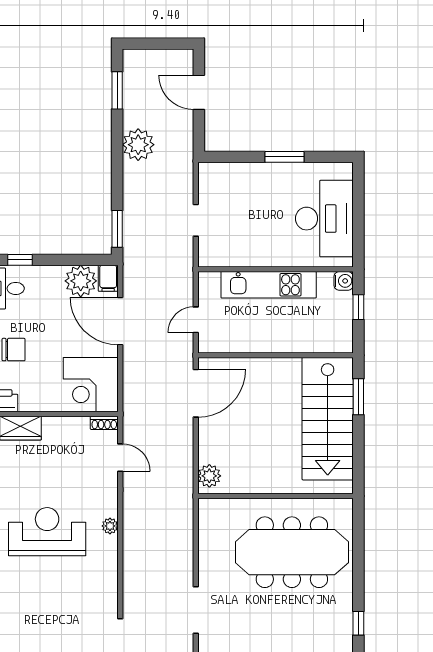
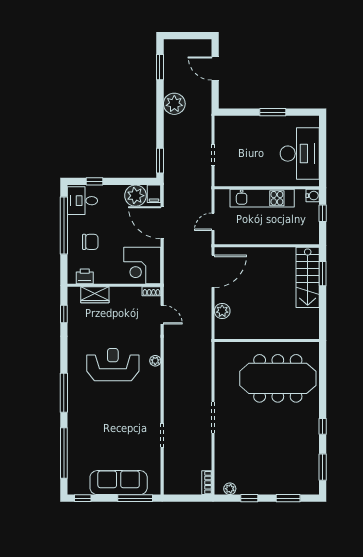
stairs: (328, 419) -> (308, 277), width x0.73, depth x0.66
plant: (209, 476) -> (222, 311), moved

